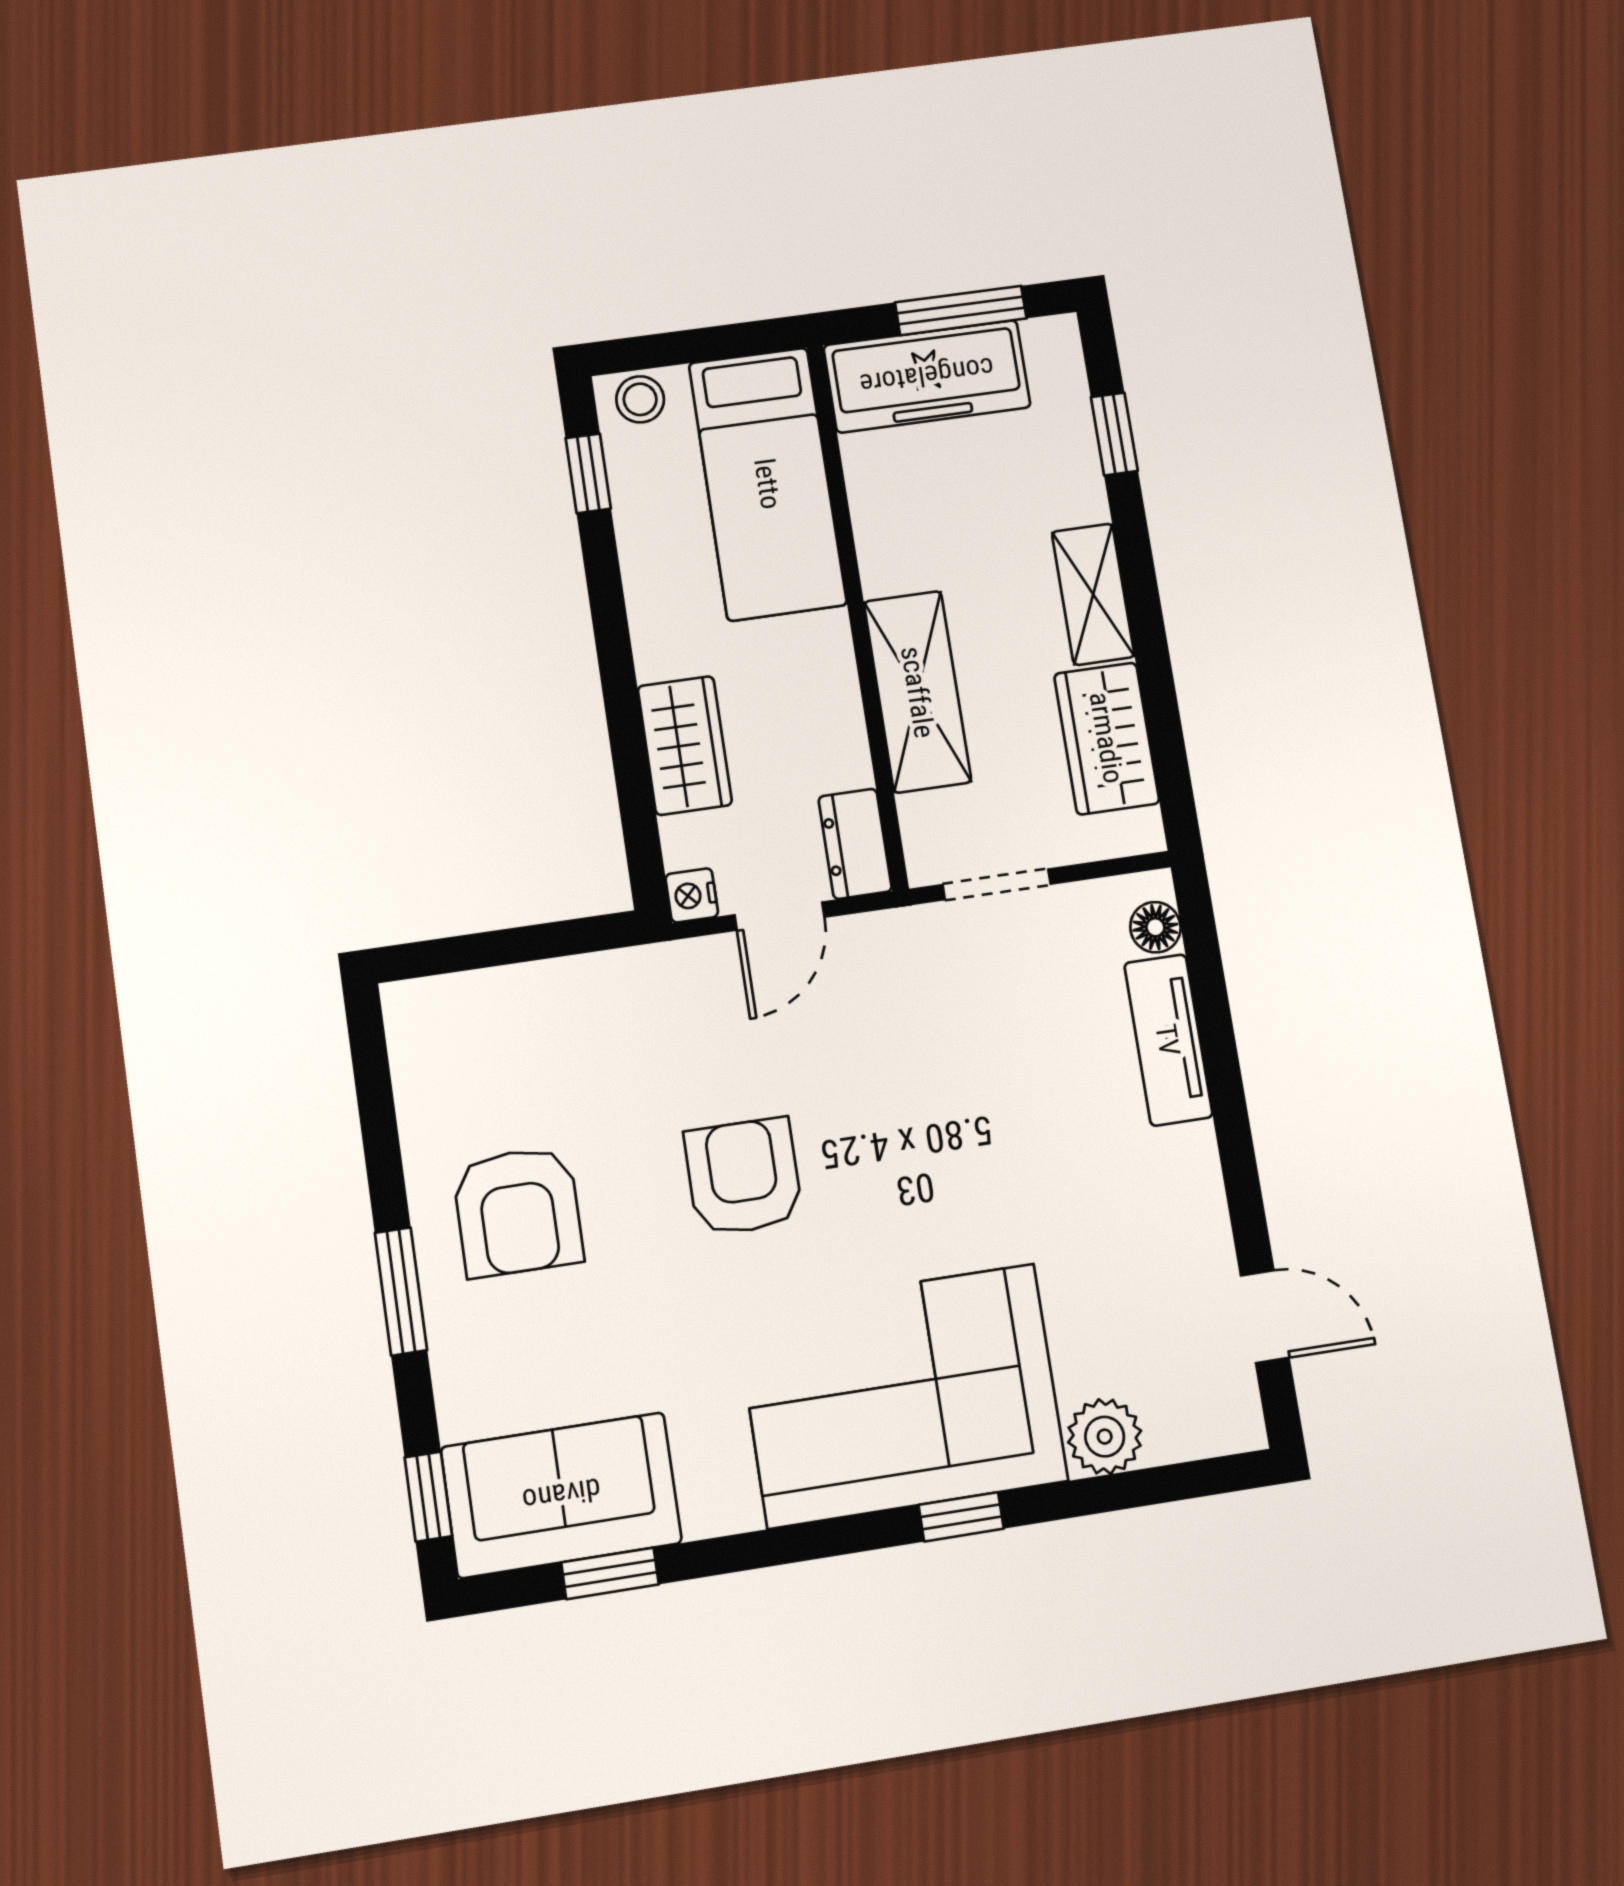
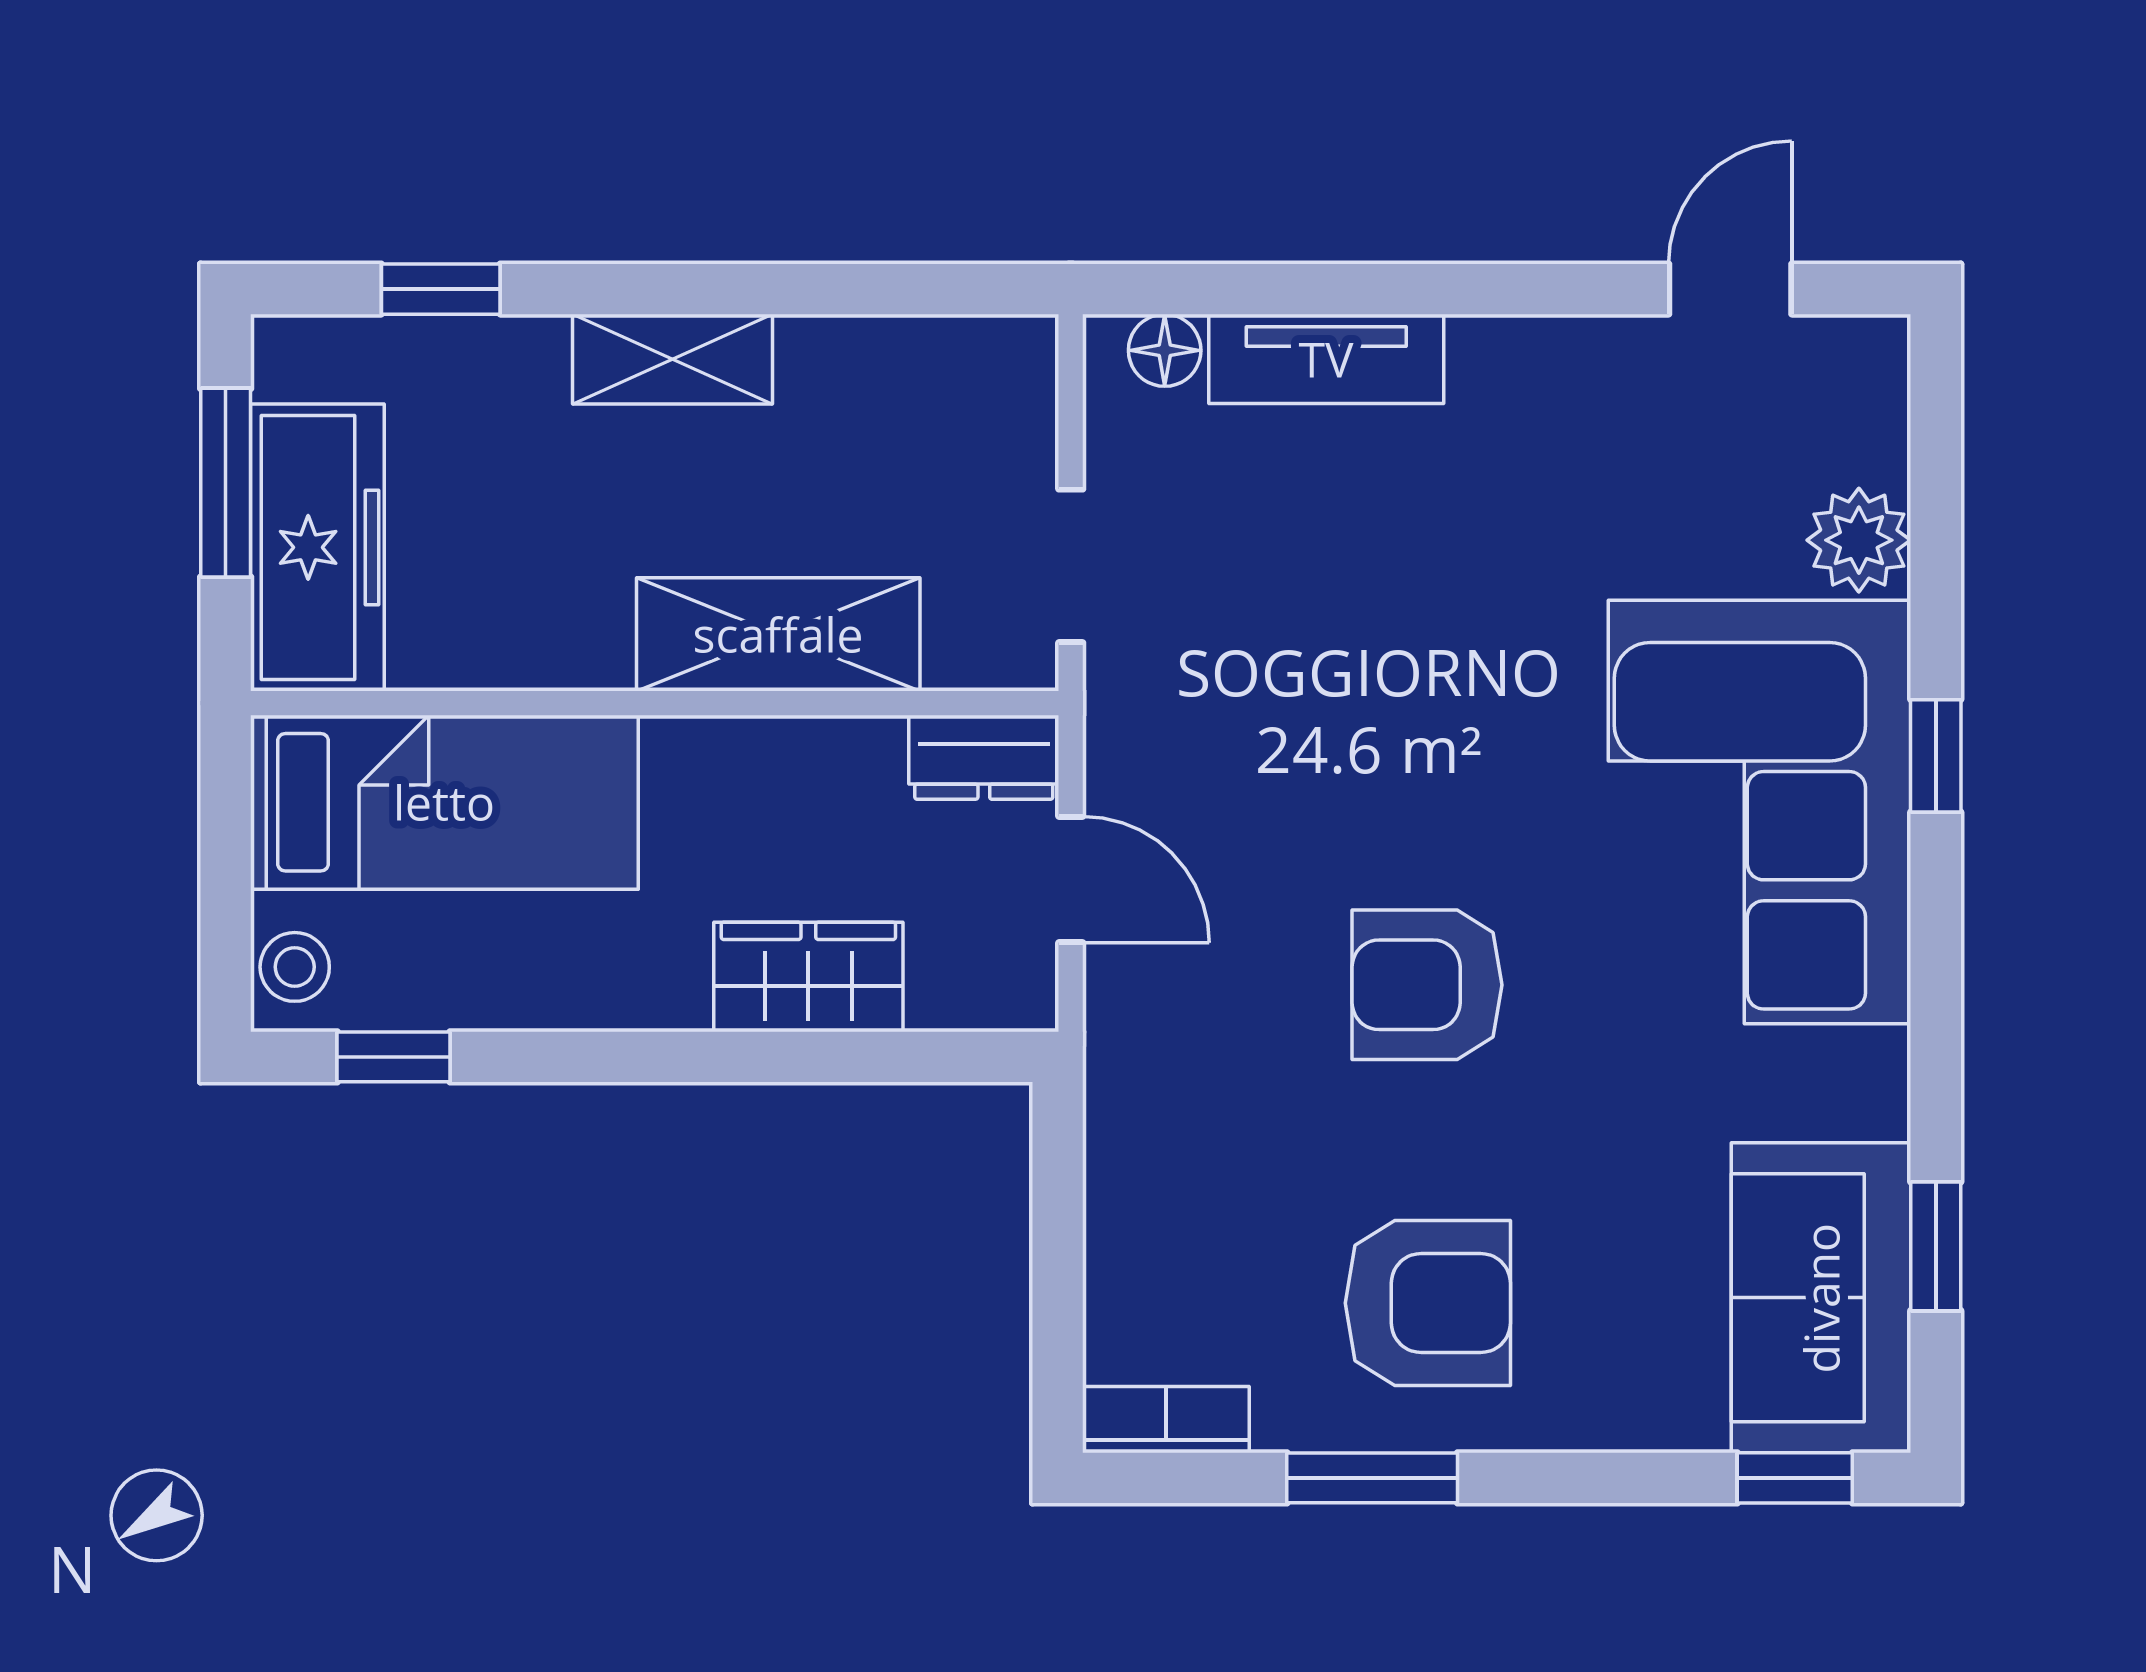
wardrobe: (1107, 738) -> (885, 375), removed
nightstand: (692, 895) -> (1023, 999), removed
bookcase: (410, 1038) -> (1166, 1420), added
window: (401, 1291) -> (1372, 1478), moved

